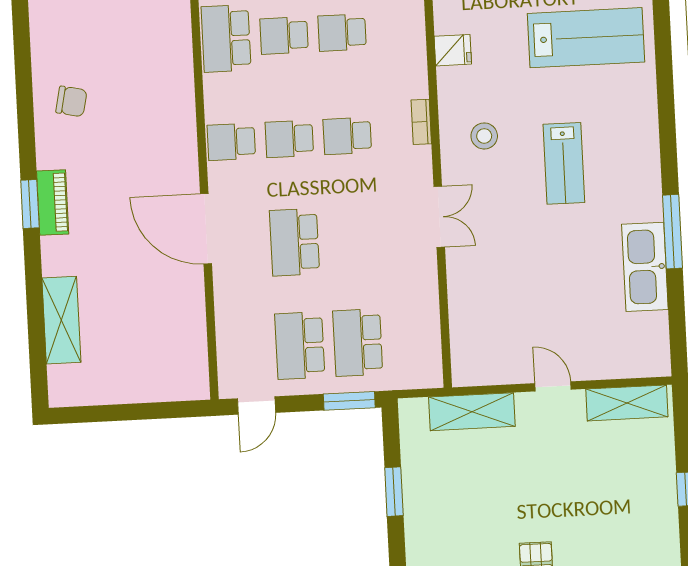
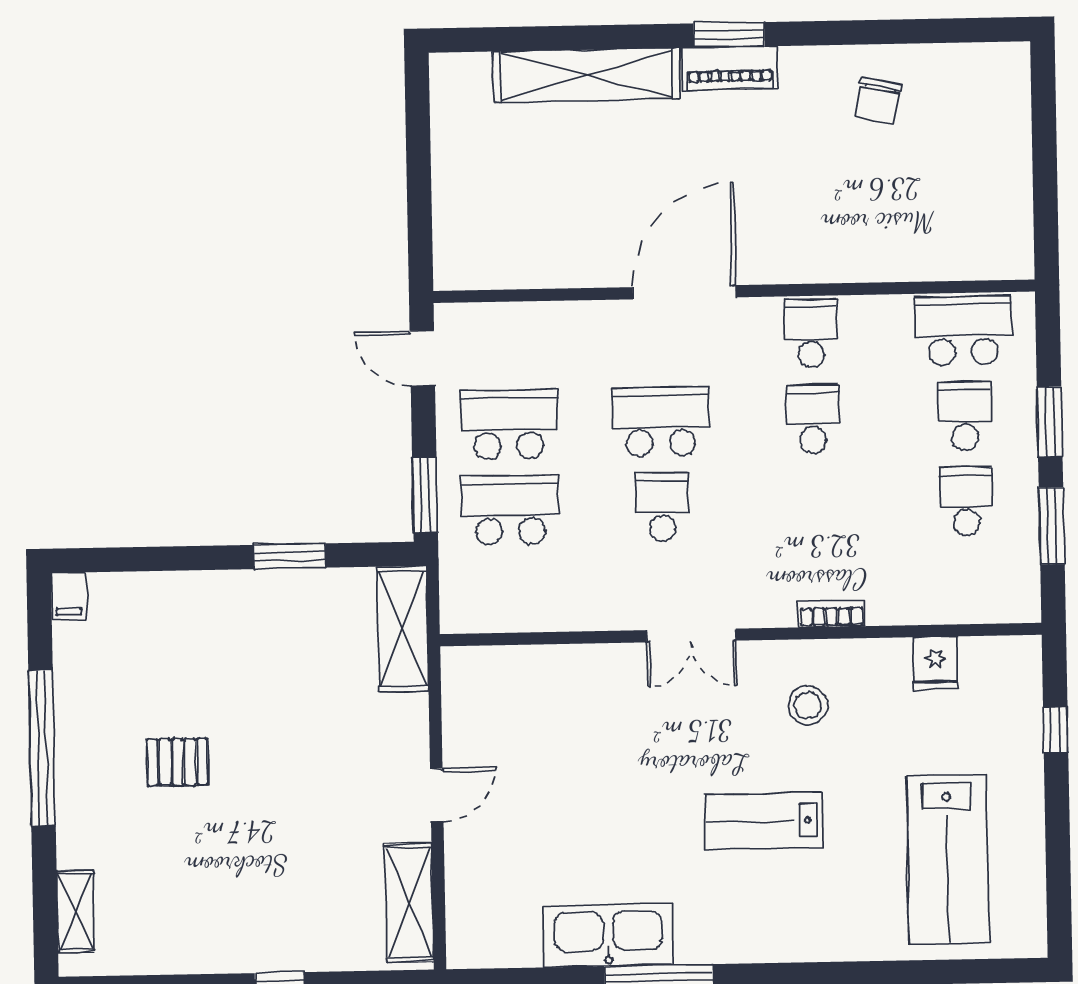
school desk: (347, 136) -> (662, 507), moved
shelving: (61, 320) -> (586, 75), width x1.47
shelving: (472, 412) -> (403, 629), moved

